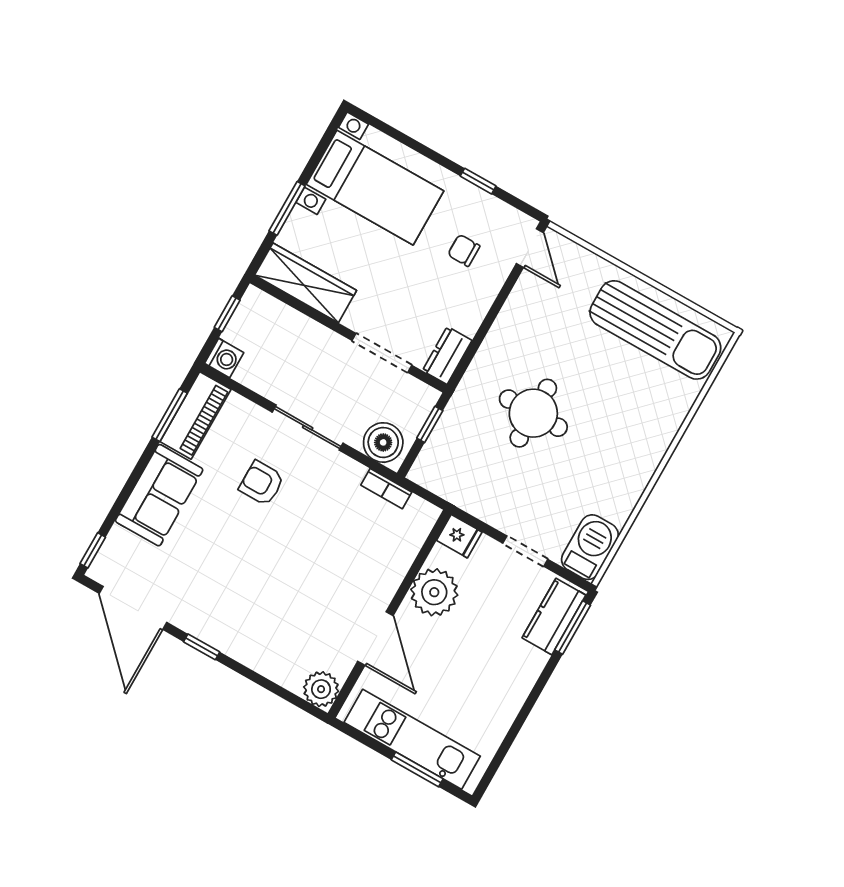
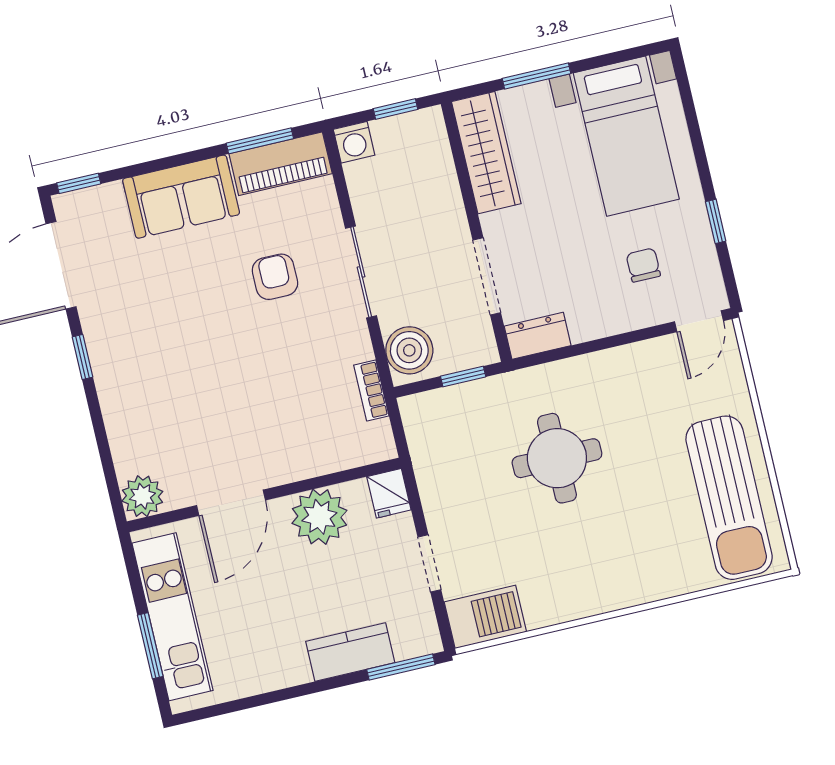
kitchen counter: (554, 616) -> (350, 652), moved

